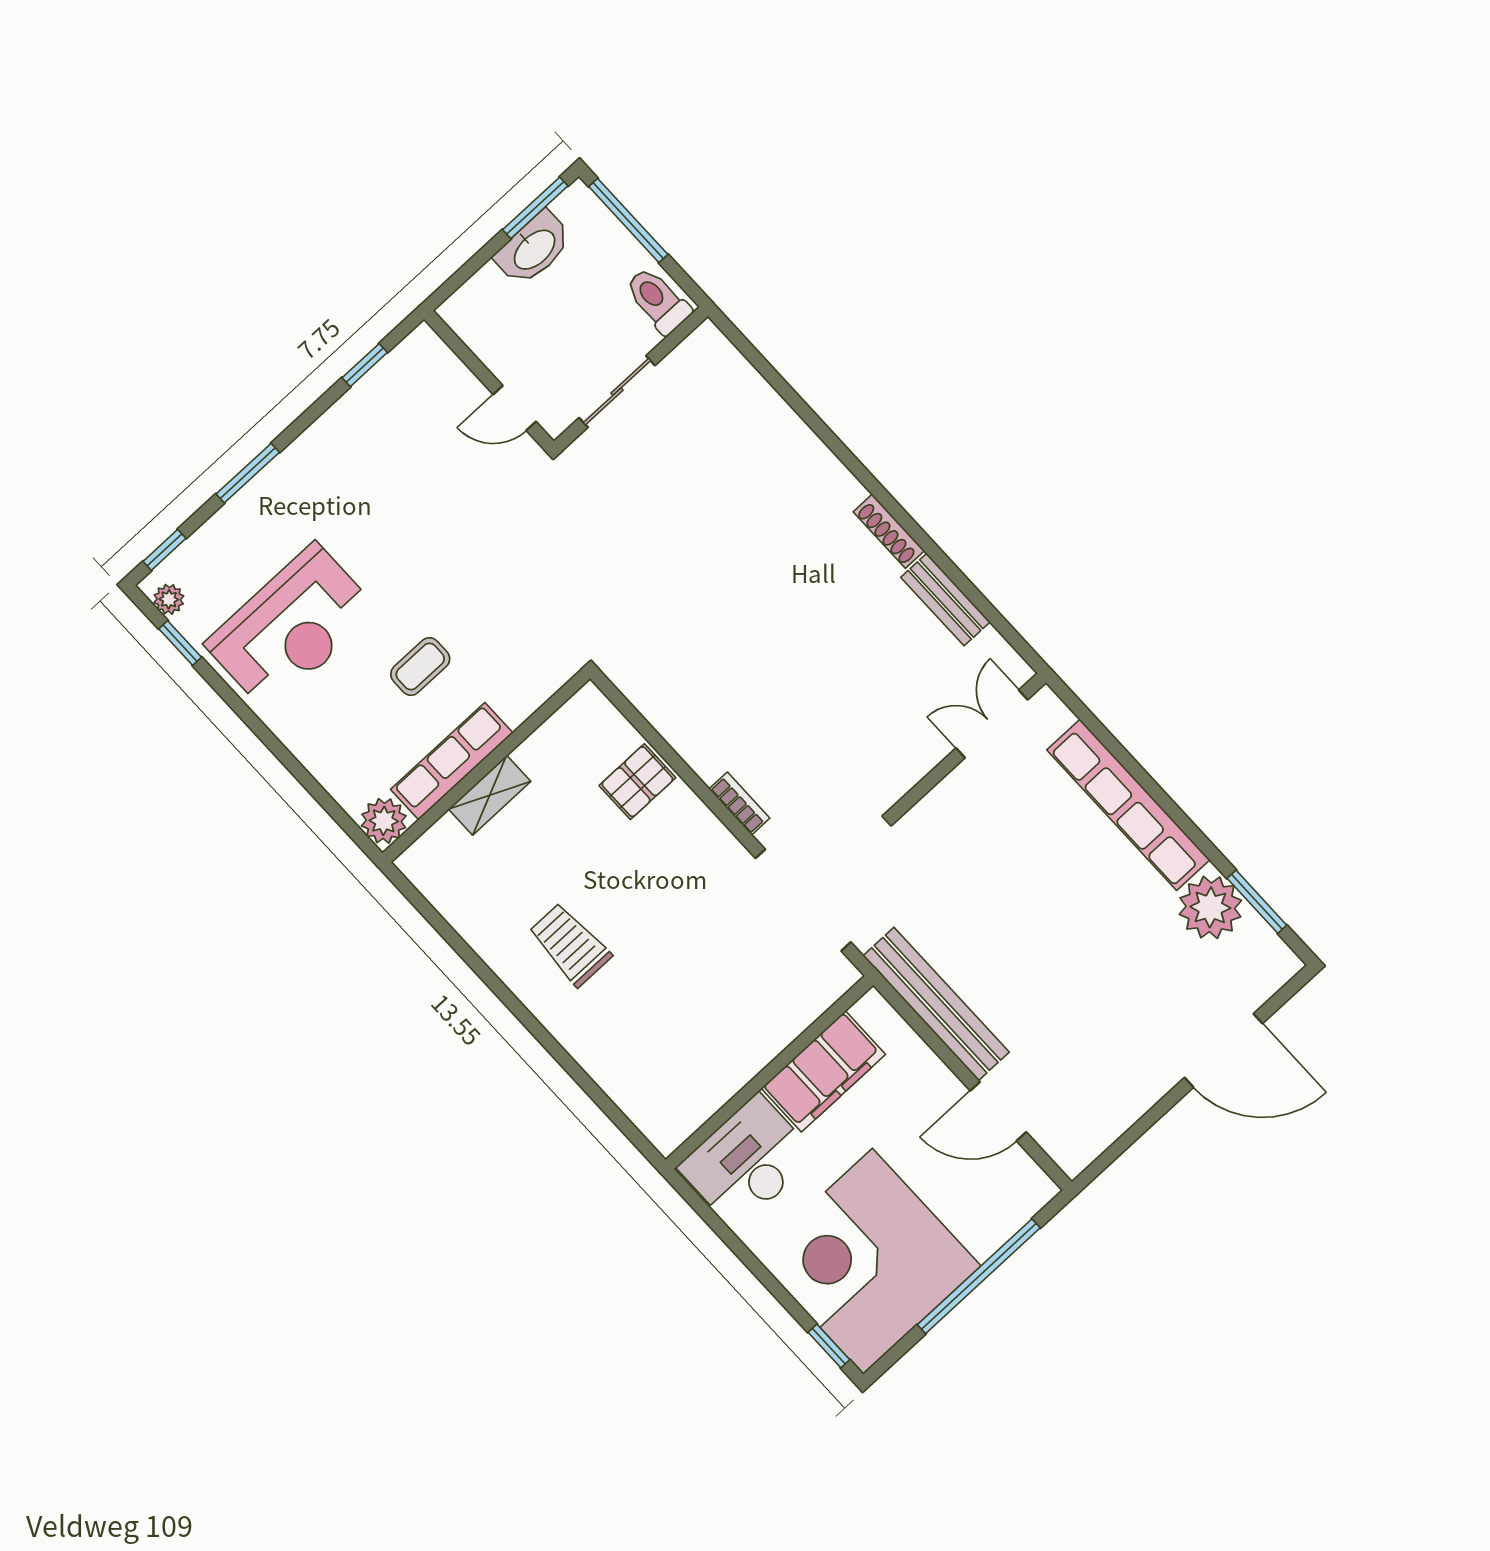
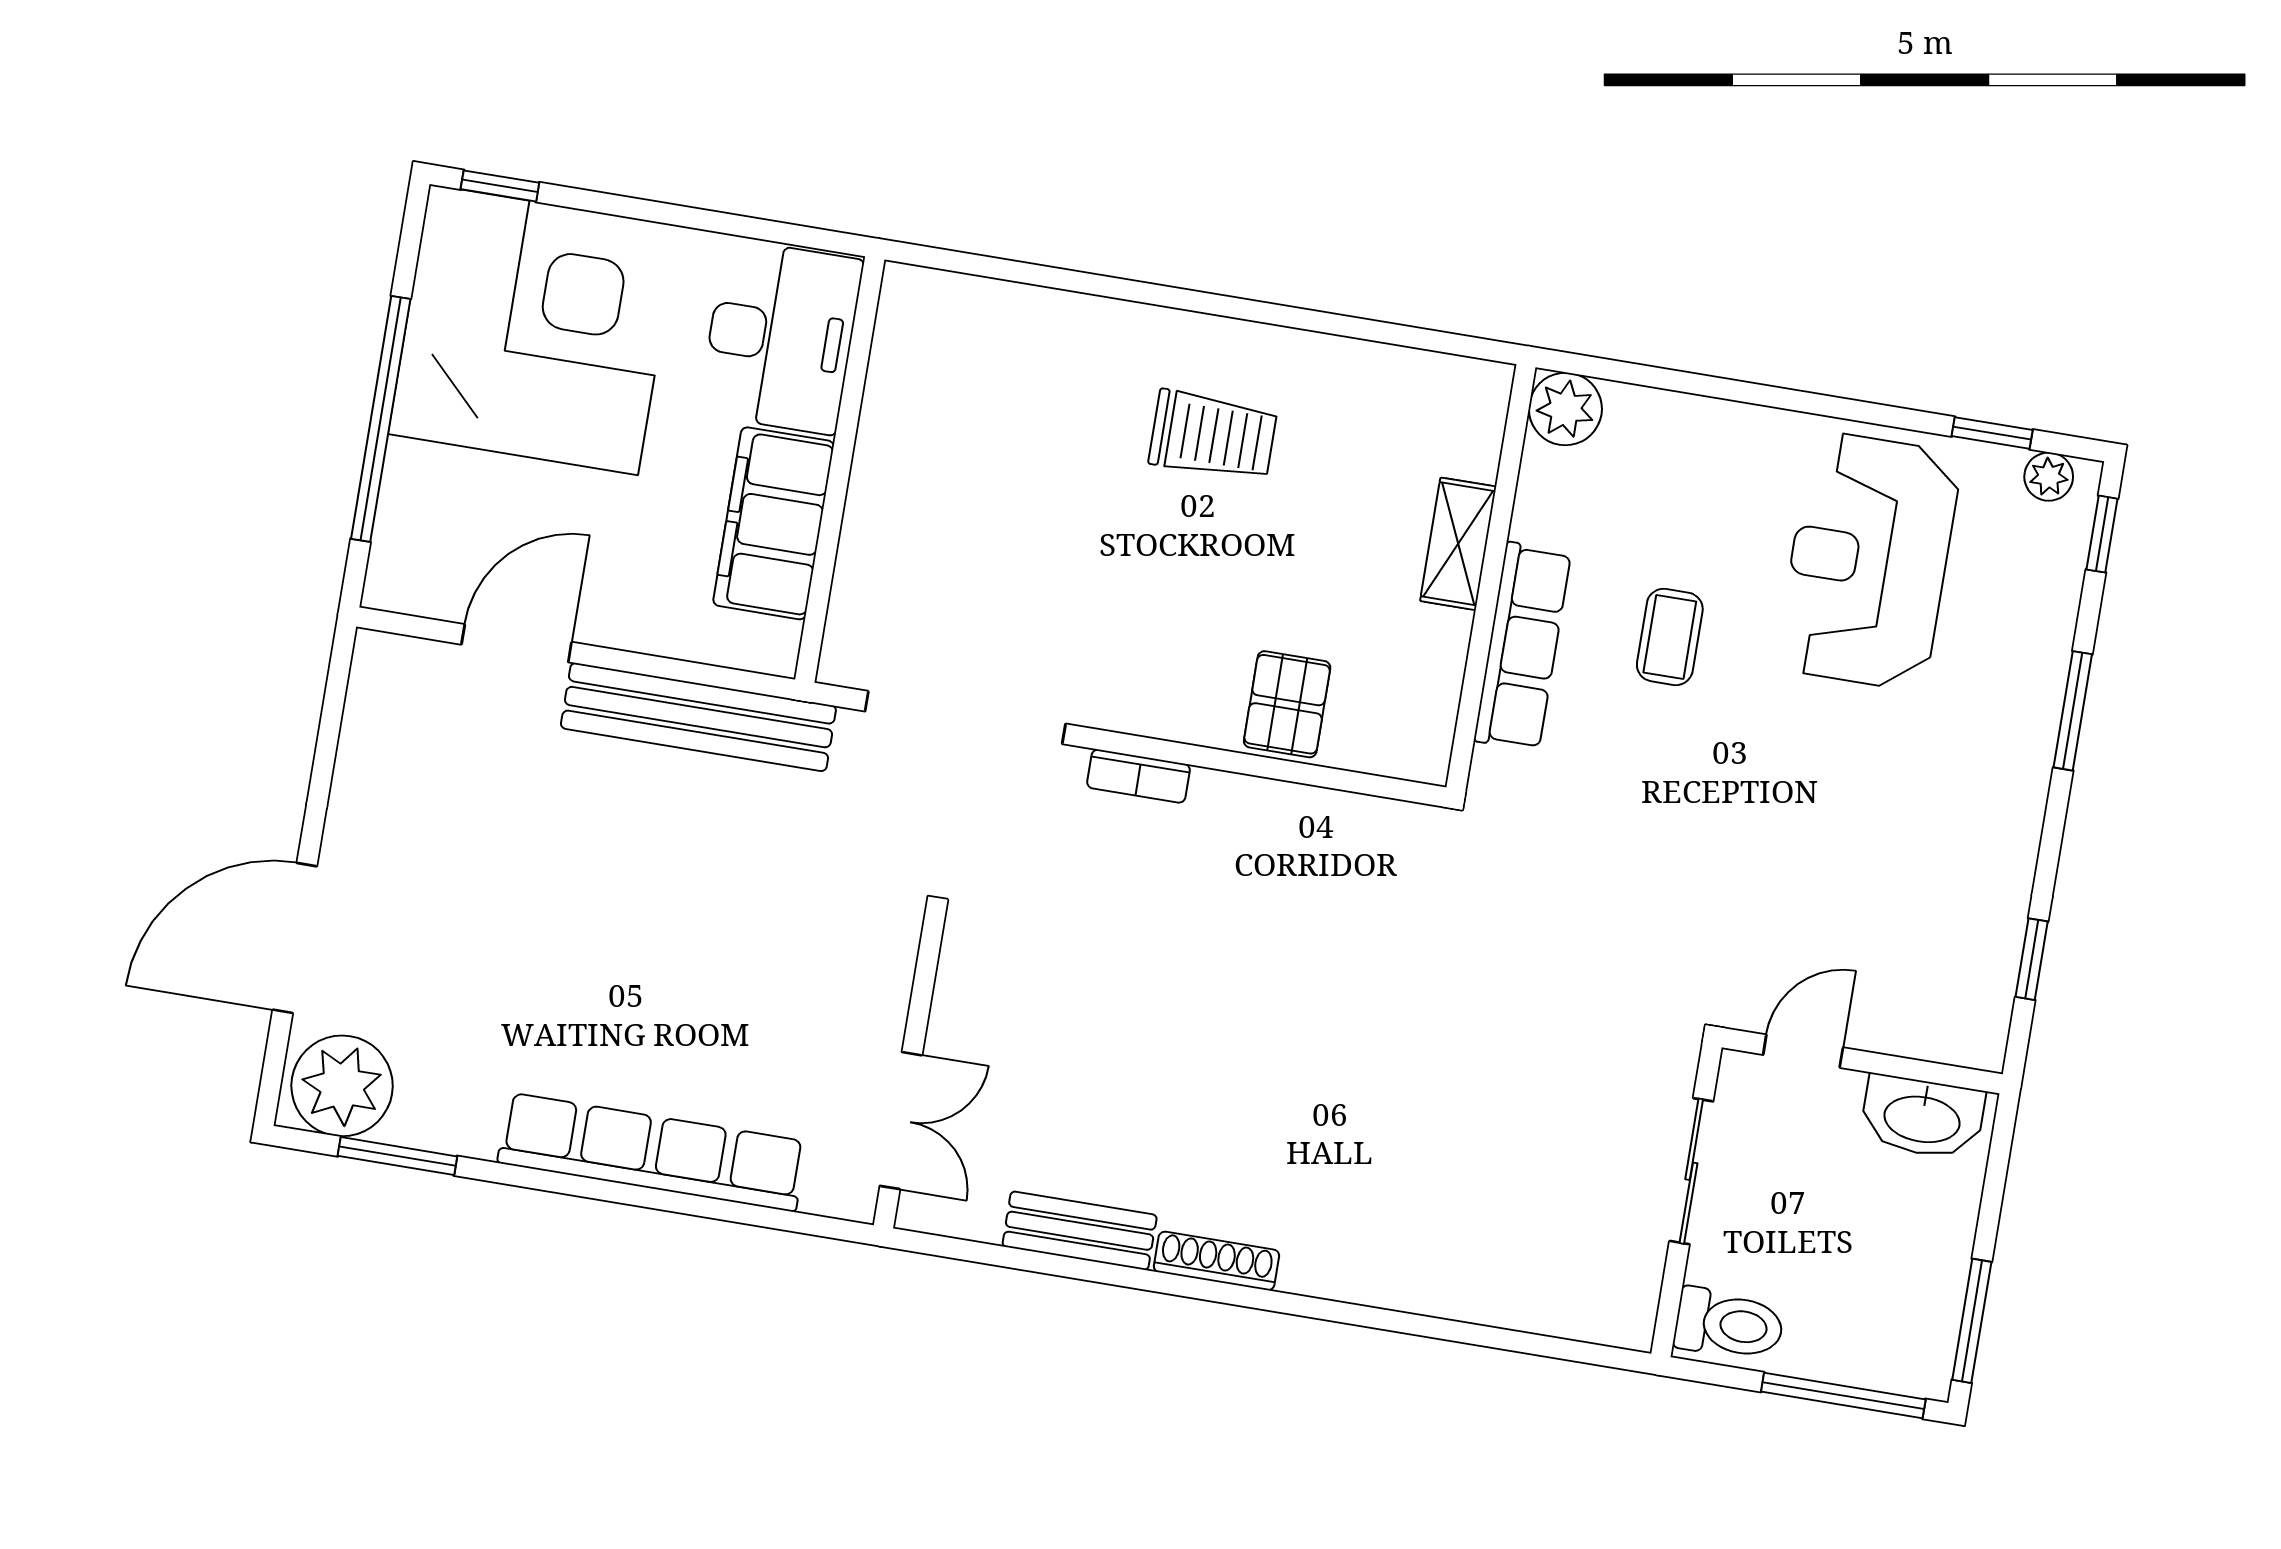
washbasin: (534, 249) -> (1922, 1117), moved, turned -90
row of seats: (452, 761) -> (1523, 646), moved
plant: (1210, 907) -> (342, 1086), moved

